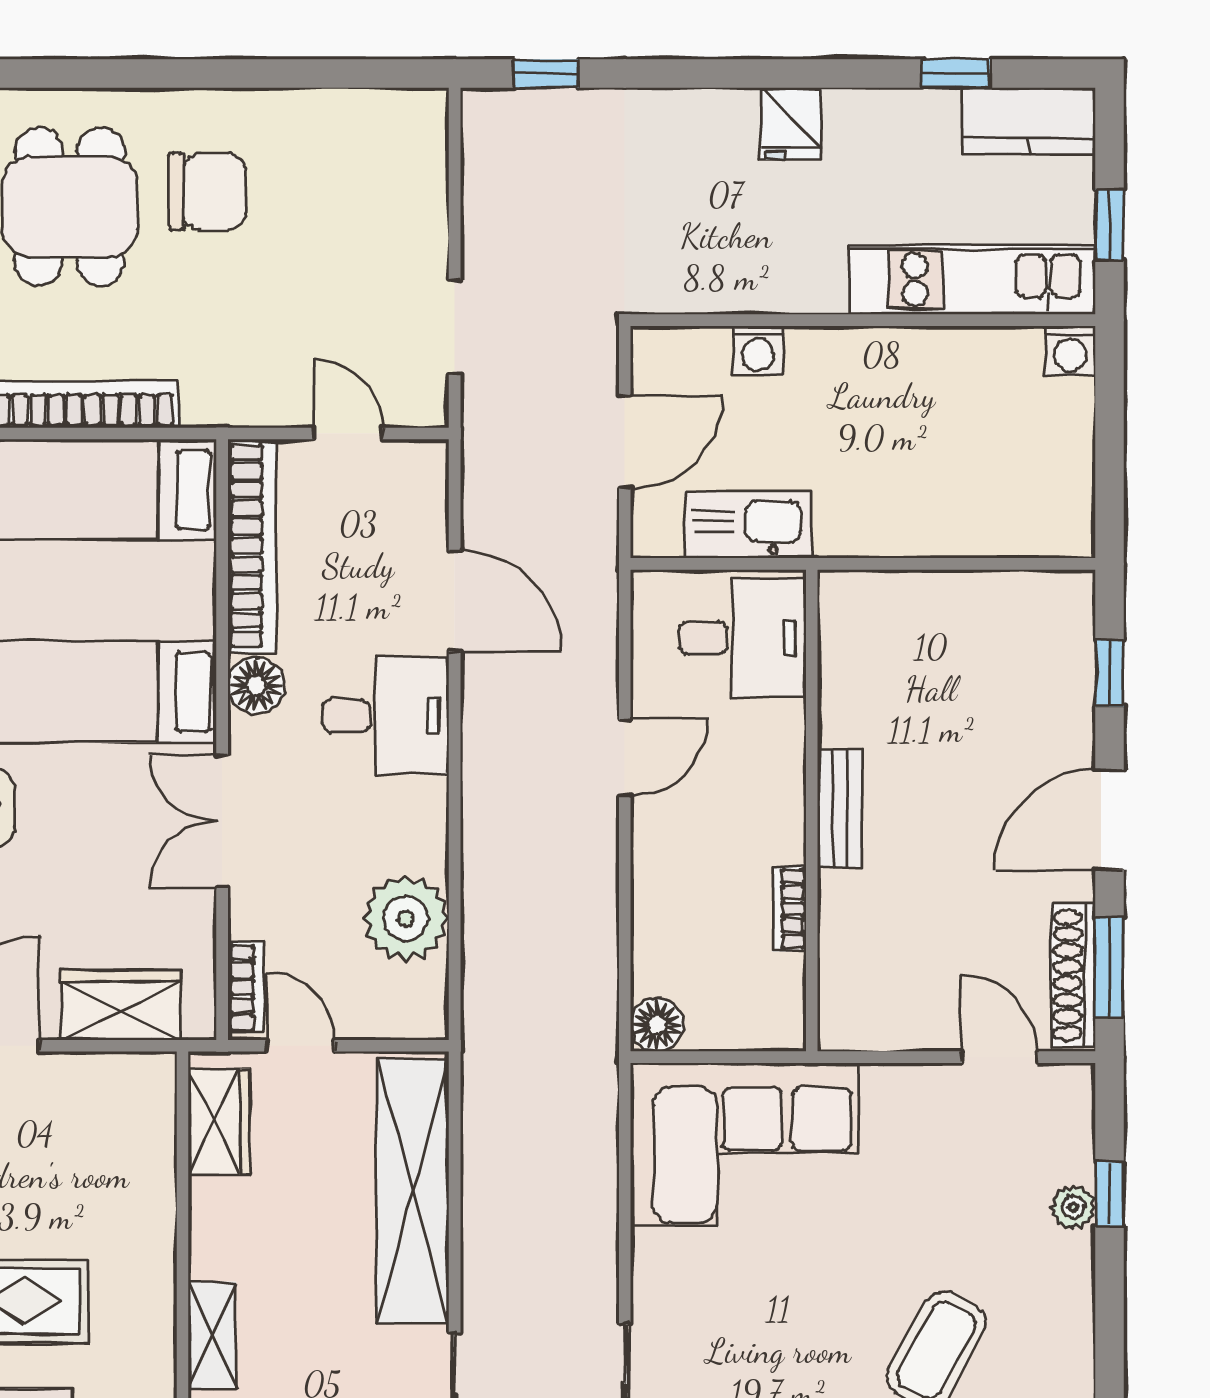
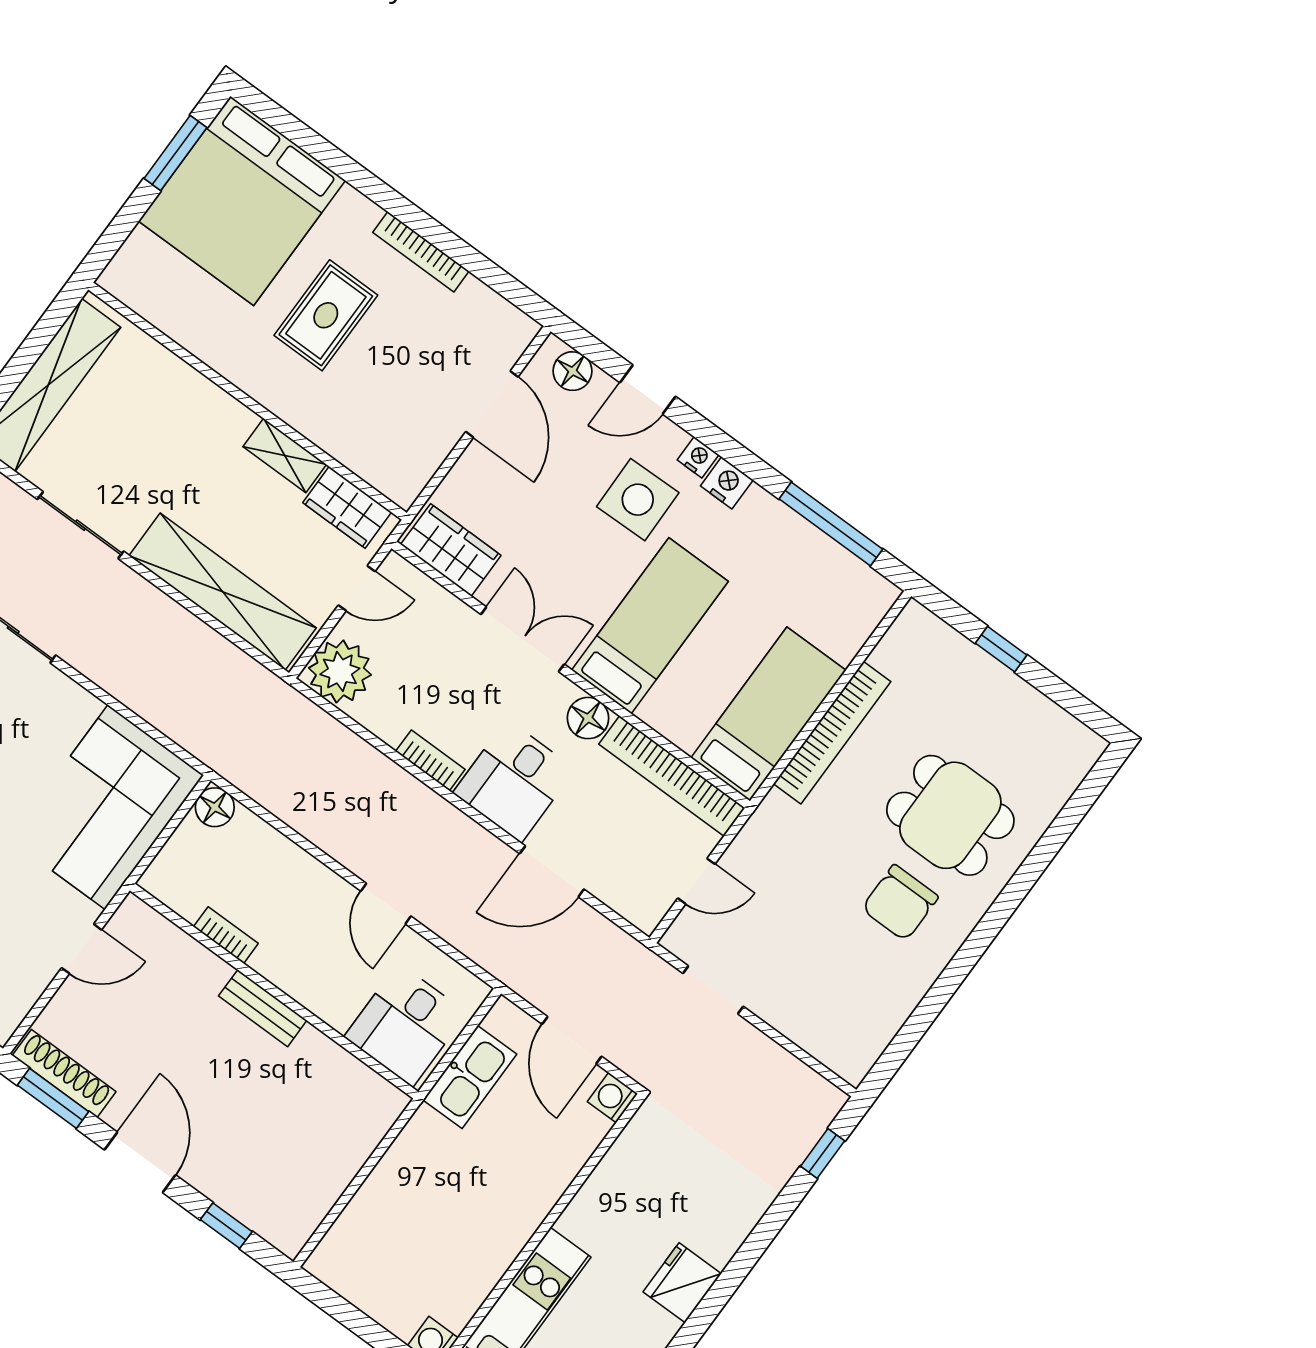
fridge: (791, 124) -> (682, 1283), width x1.38
washing machine: (758, 351) -> (613, 1098), moved
plant: (406, 919) -> (340, 671), moved
bookcase: (246, 987) -> (430, 760), moved, turned 180
wardrobe: (121, 1005) -> (451, 550), moved, turned -90
door: (1000, 1057) -> (82, 949), moved
shelving: (212, 1335) -> (285, 455), moved

